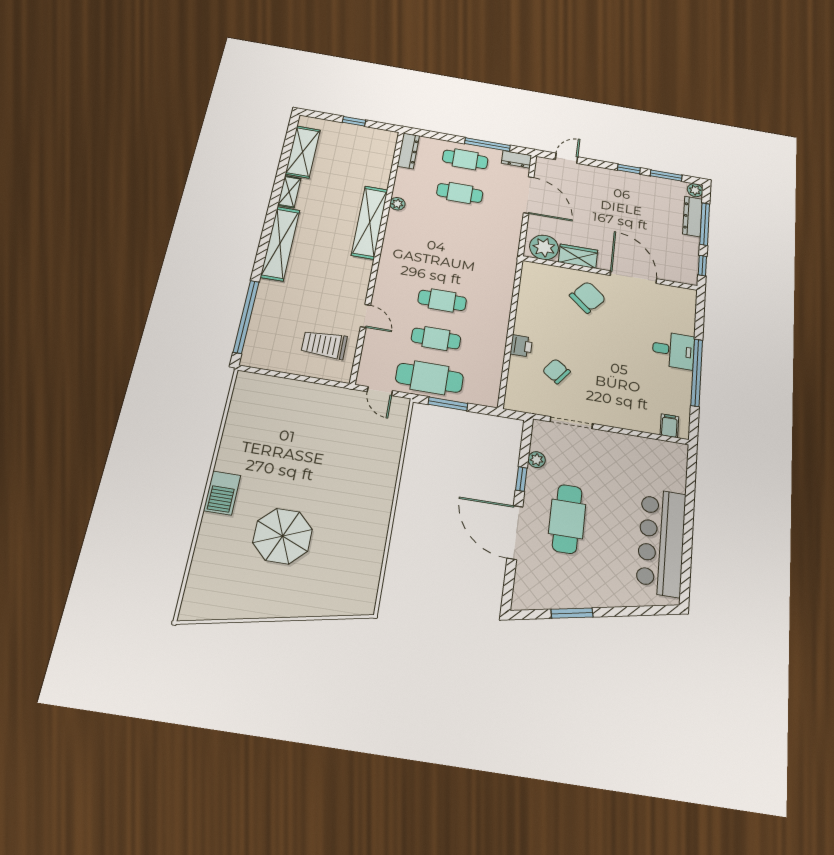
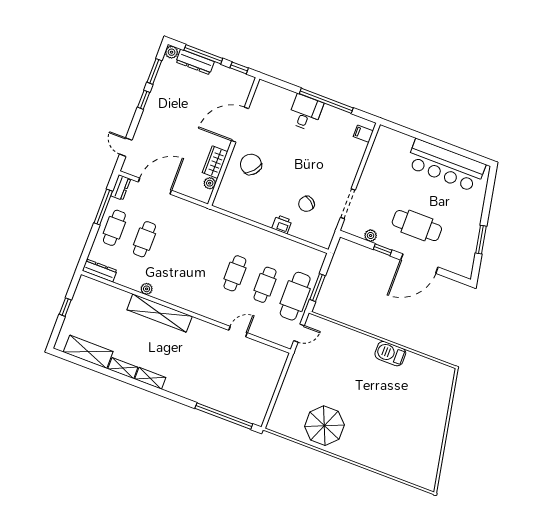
shelving: (280, 243) -> (150, 378), width x0.45, depth x0.75
plant: (544, 247) -> (210, 183), width x0.53, depth x0.53
trolley: (324, 345) -> (256, 365), removed
barbecue: (222, 493) -> (390, 354), moved, turned 180
parasol: (283, 536) -> (324, 426), moved

